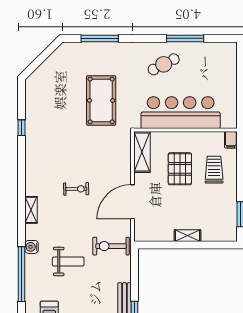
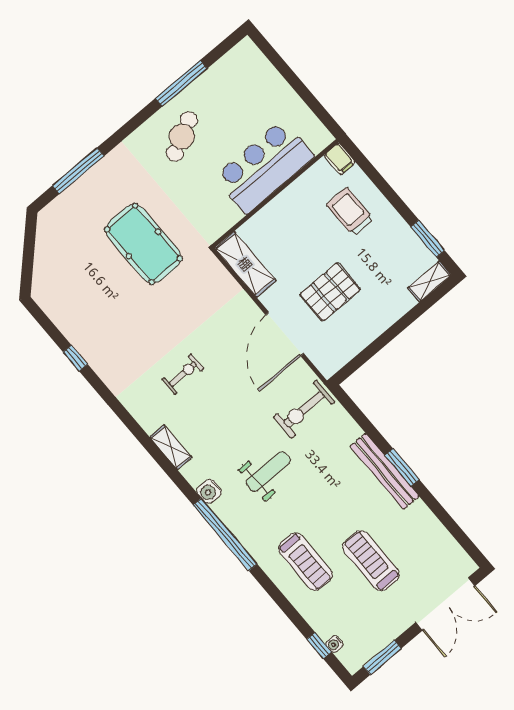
bar counter: (181, 113) -> (264, 167), width x0.73
pallet: (180, 169) -> (330, 292), moved, turned 90
exercise bike: (76, 189) -> (183, 374), moved
shelving: (188, 236) -> (429, 281), moved

